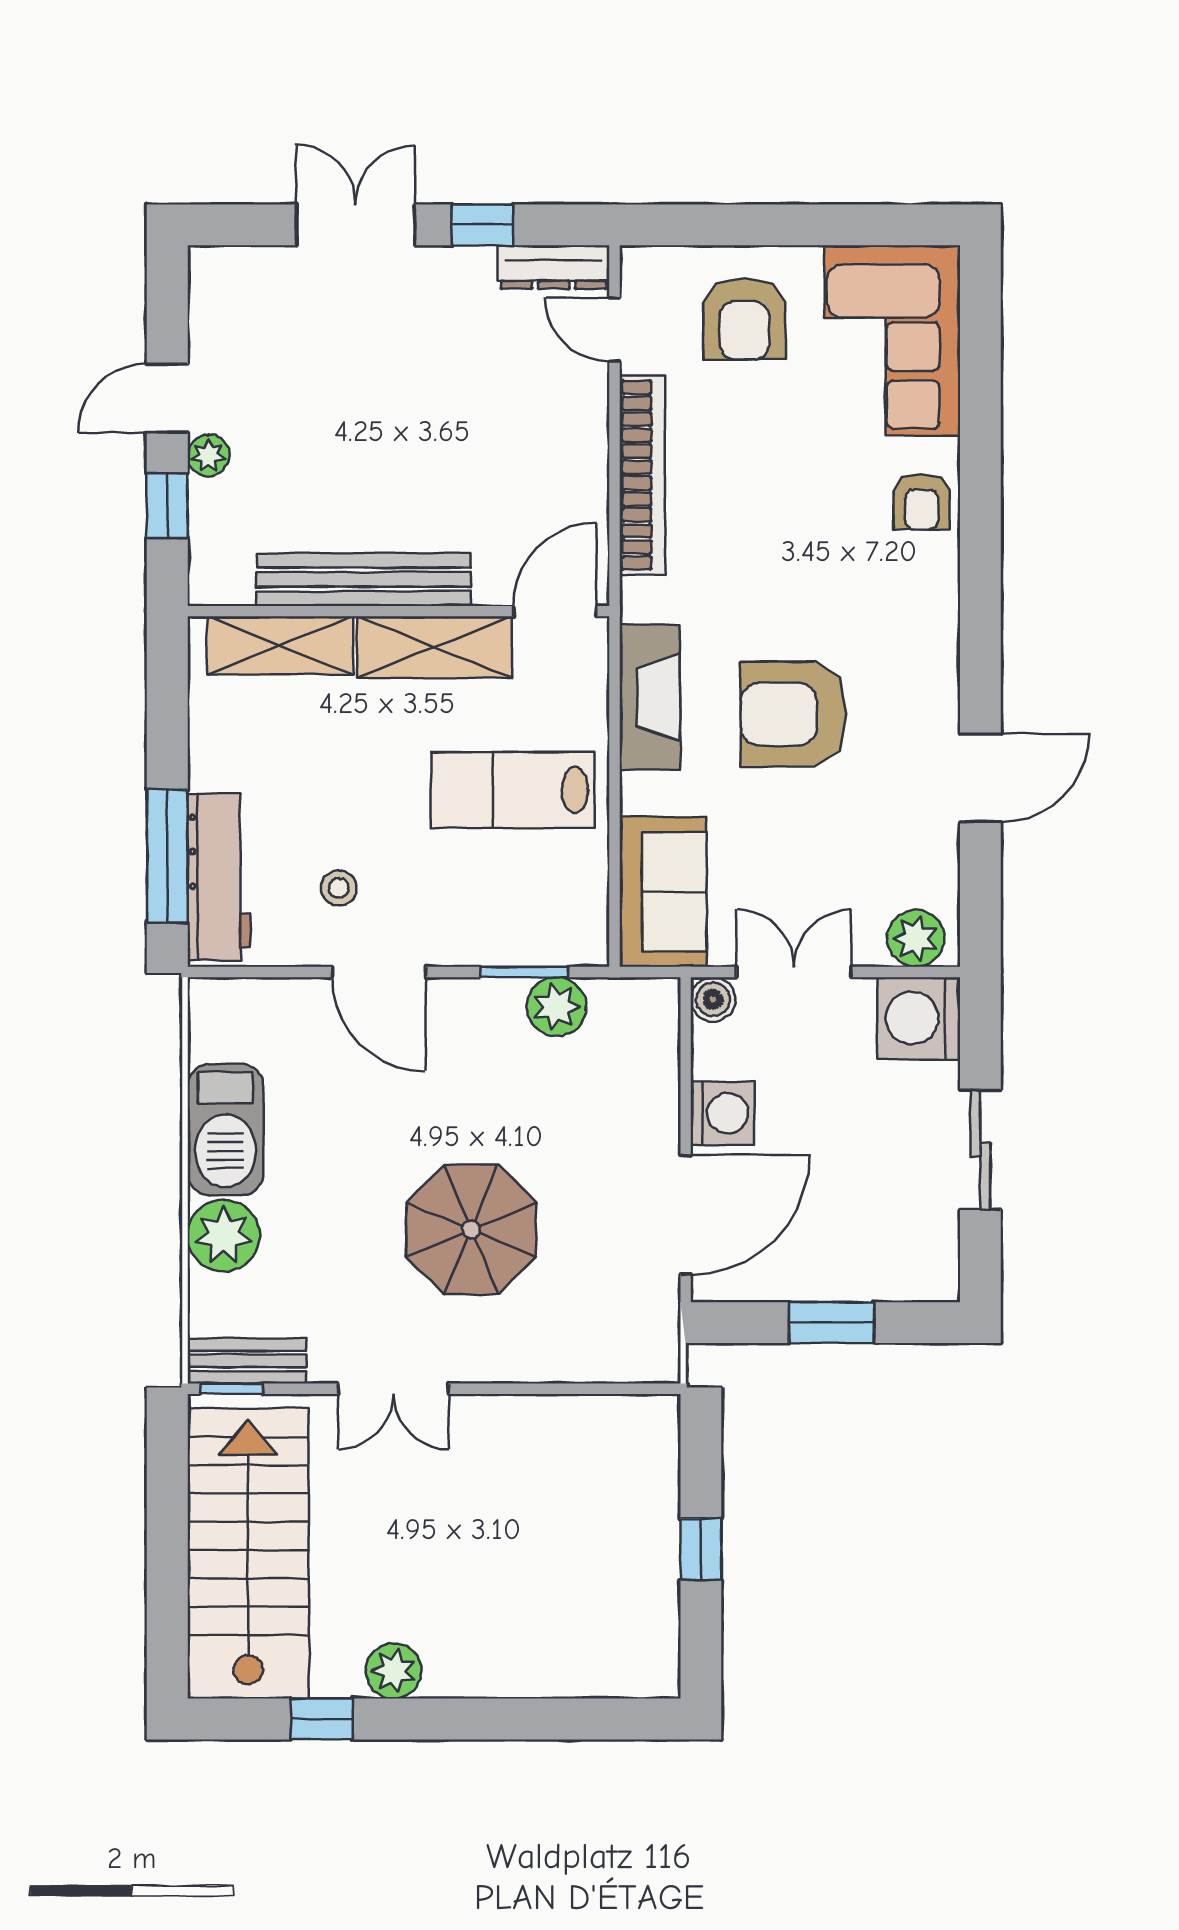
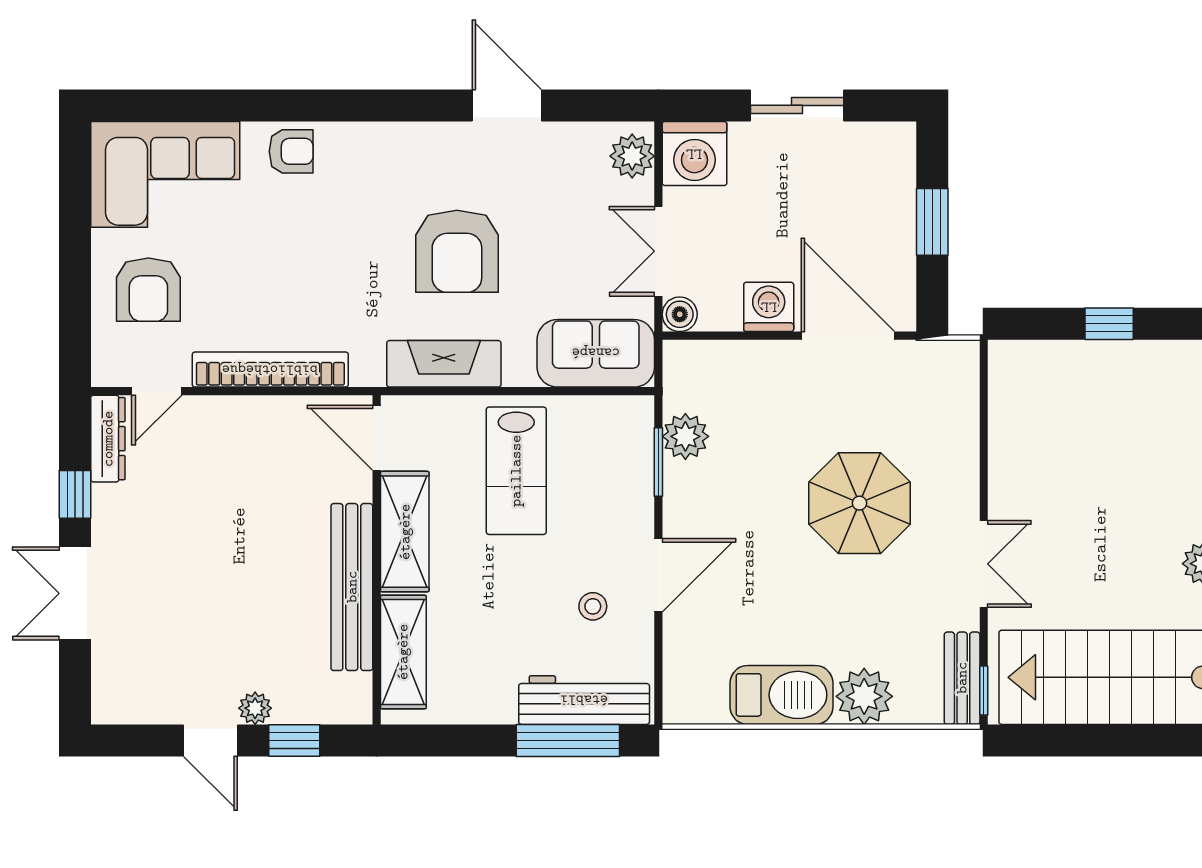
armchair: (744, 319) -> (148, 290), turned 90

